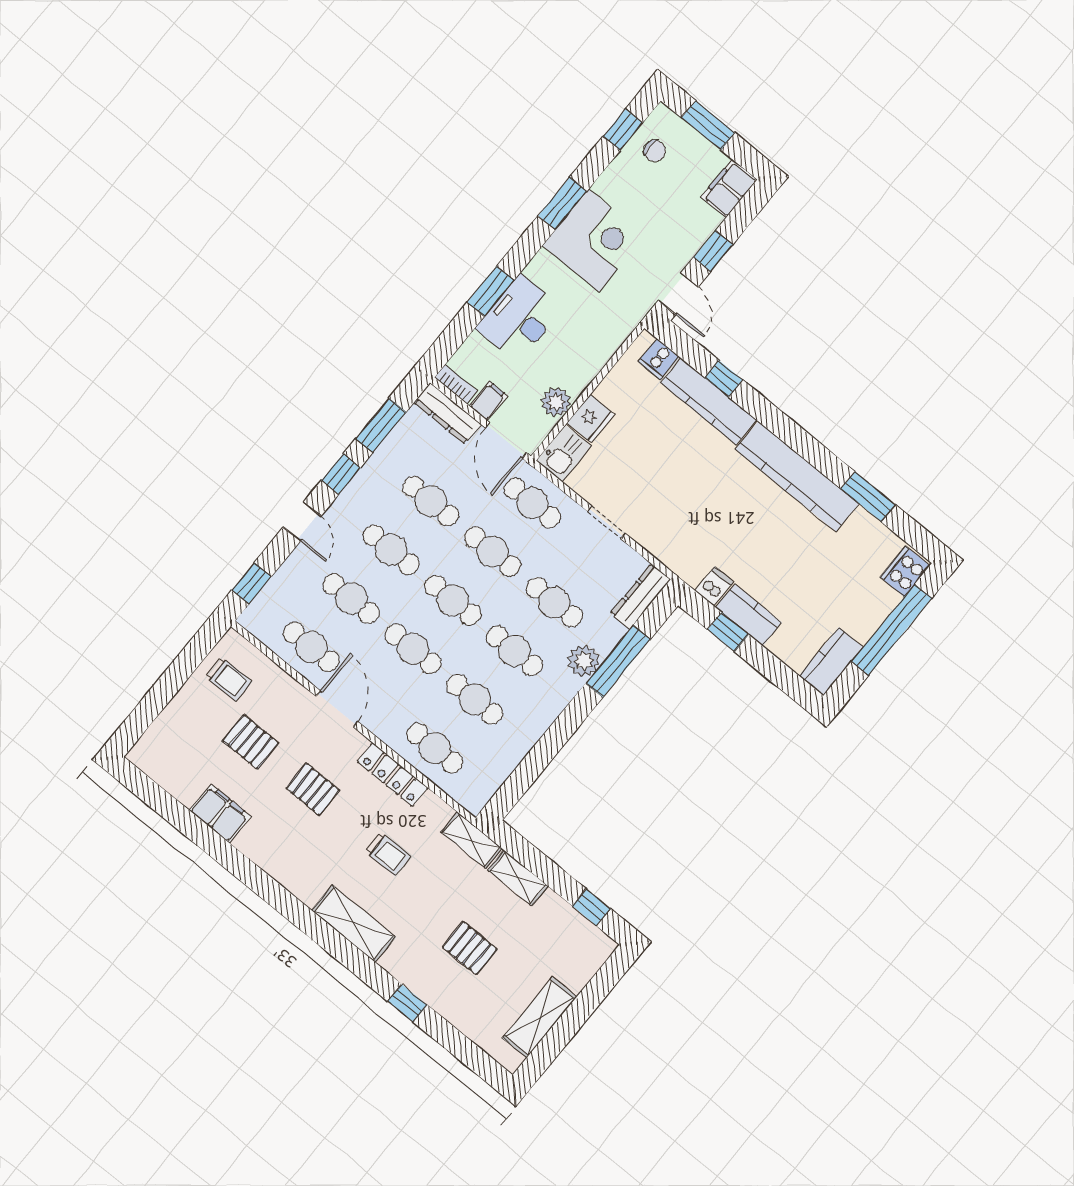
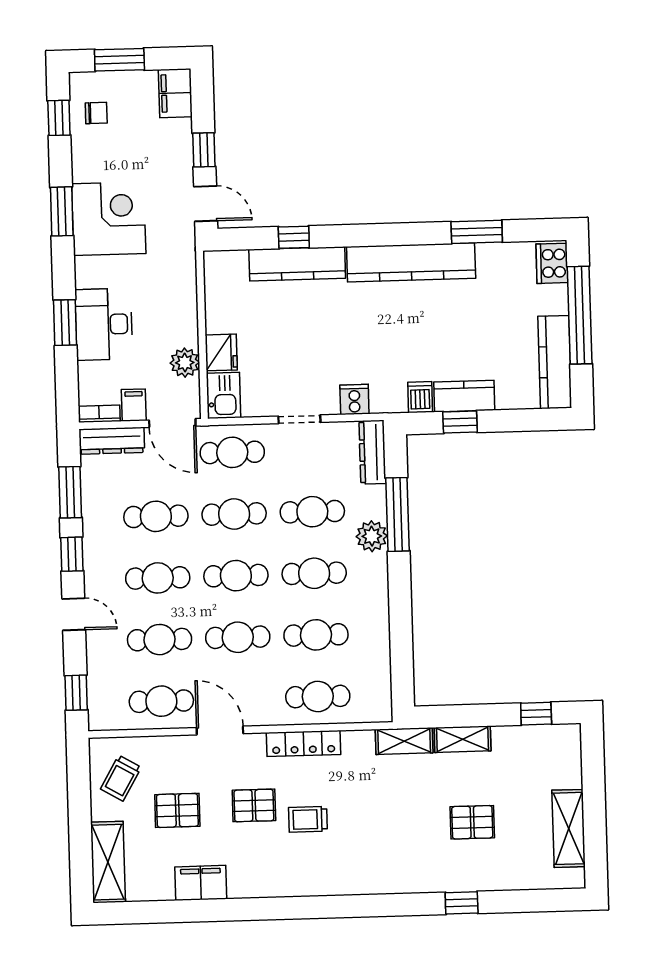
cooker: (659, 359) -> (354, 400), moved, turned 180
kitchen counter: (831, 661) -> (555, 362), width x1.50
trolley: (229, 679) -> (121, 778), turned 120
trolley: (388, 854) -> (308, 819), moved, turned 180
shelving: (354, 924) -> (108, 862), moved, turned 90

